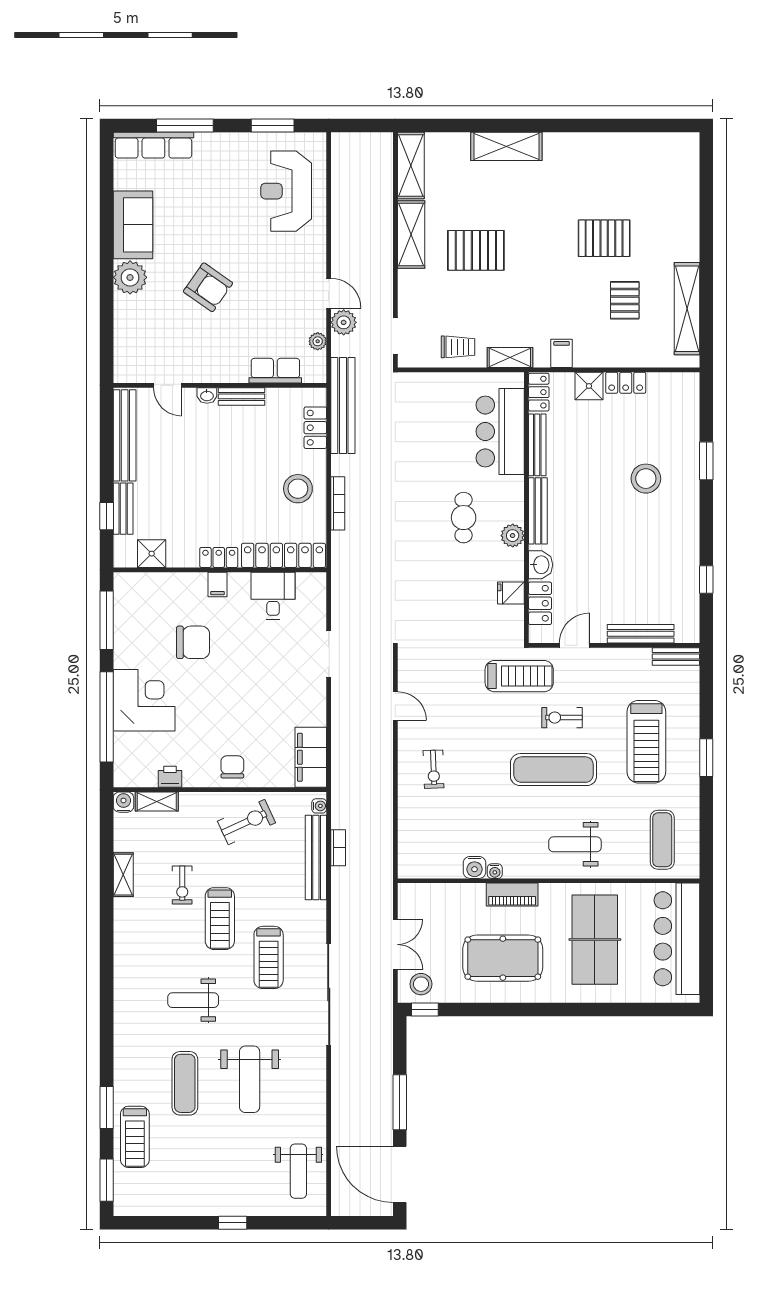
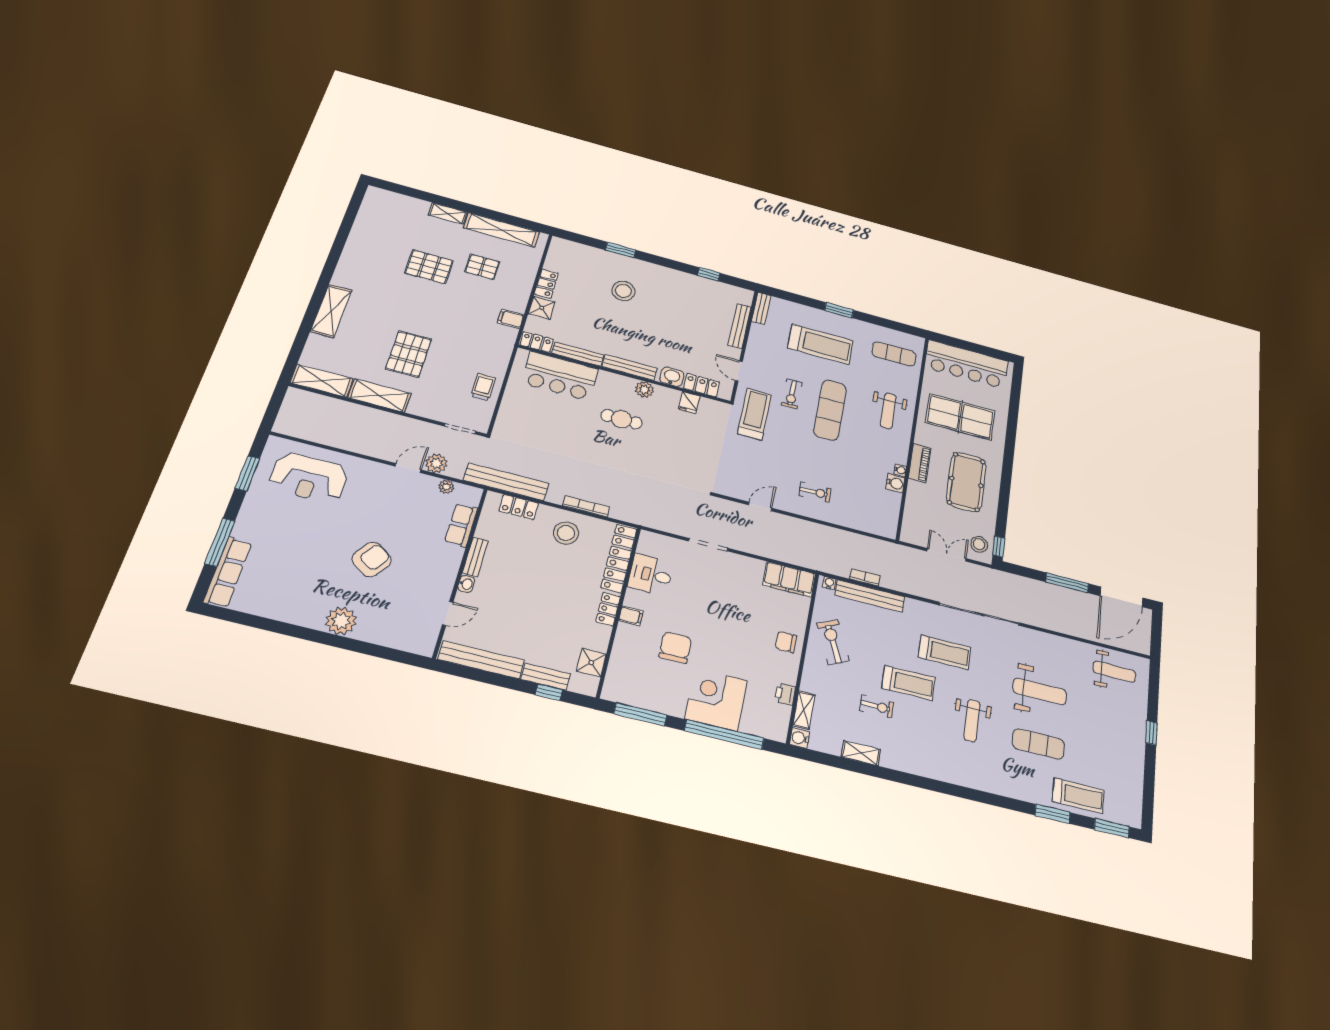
sofa: (133, 225) -> (294, 607), removed
pallet: (604, 238) -> (429, 267), turned 90
shelving: (510, 357) -> (448, 214), moved, turned 90

